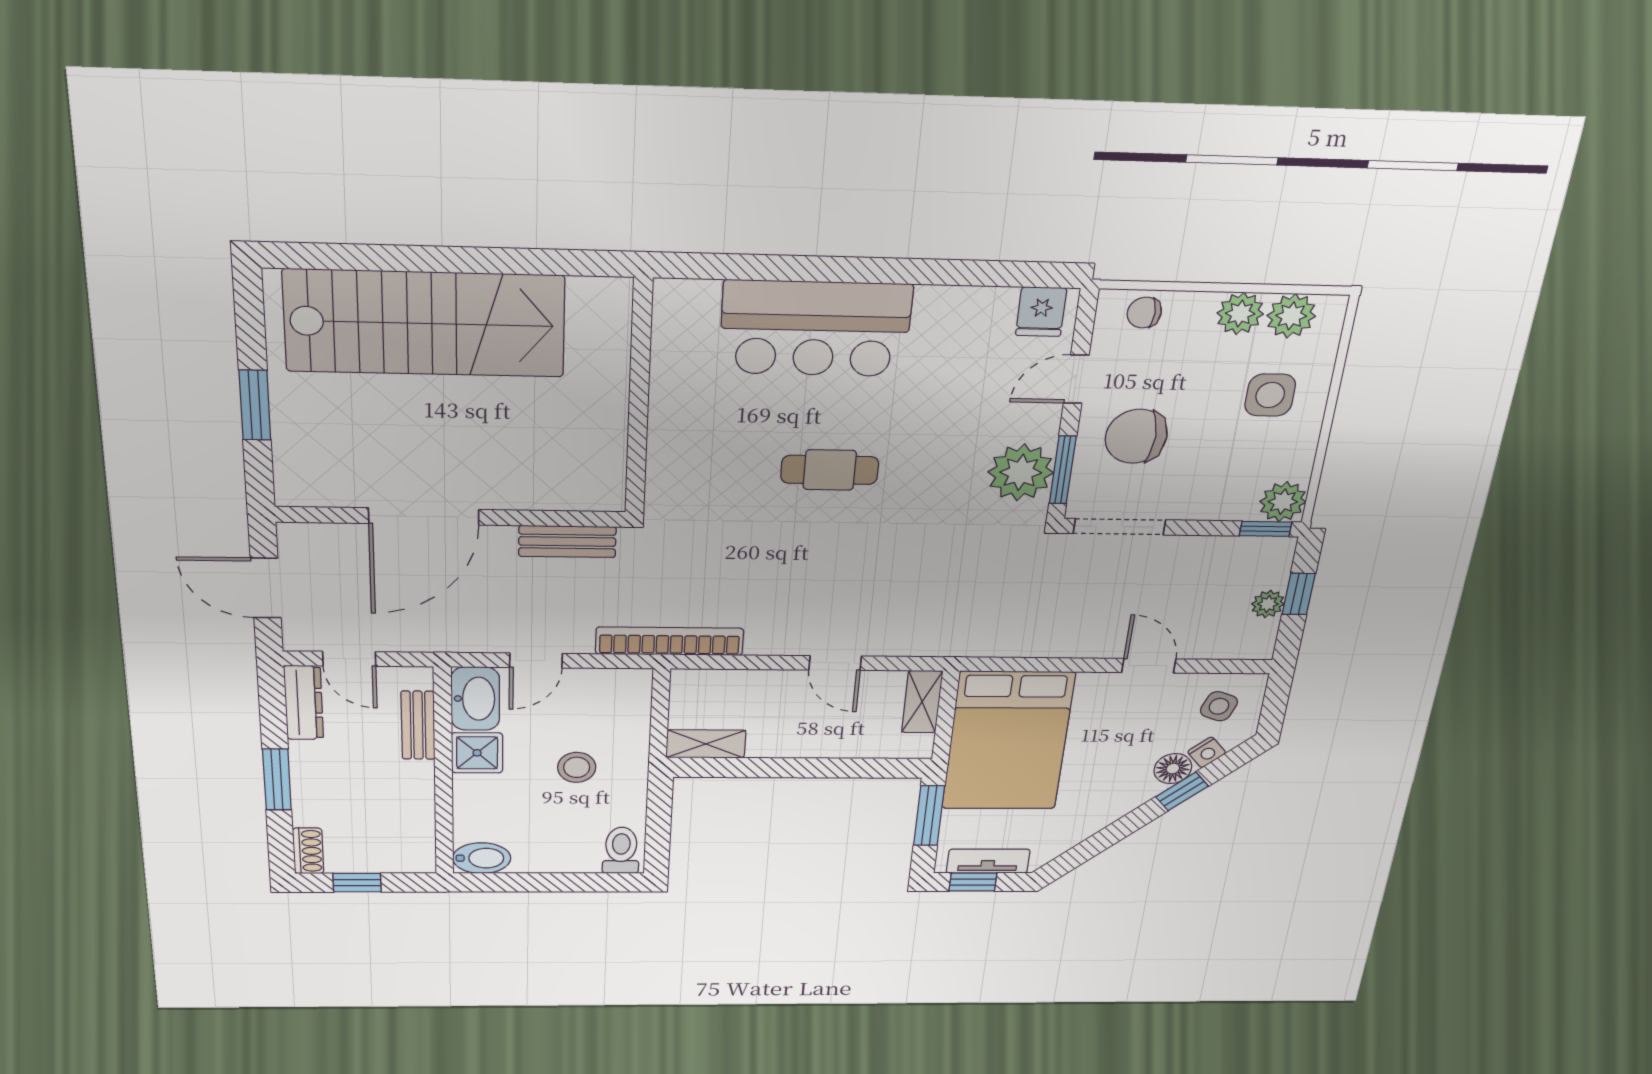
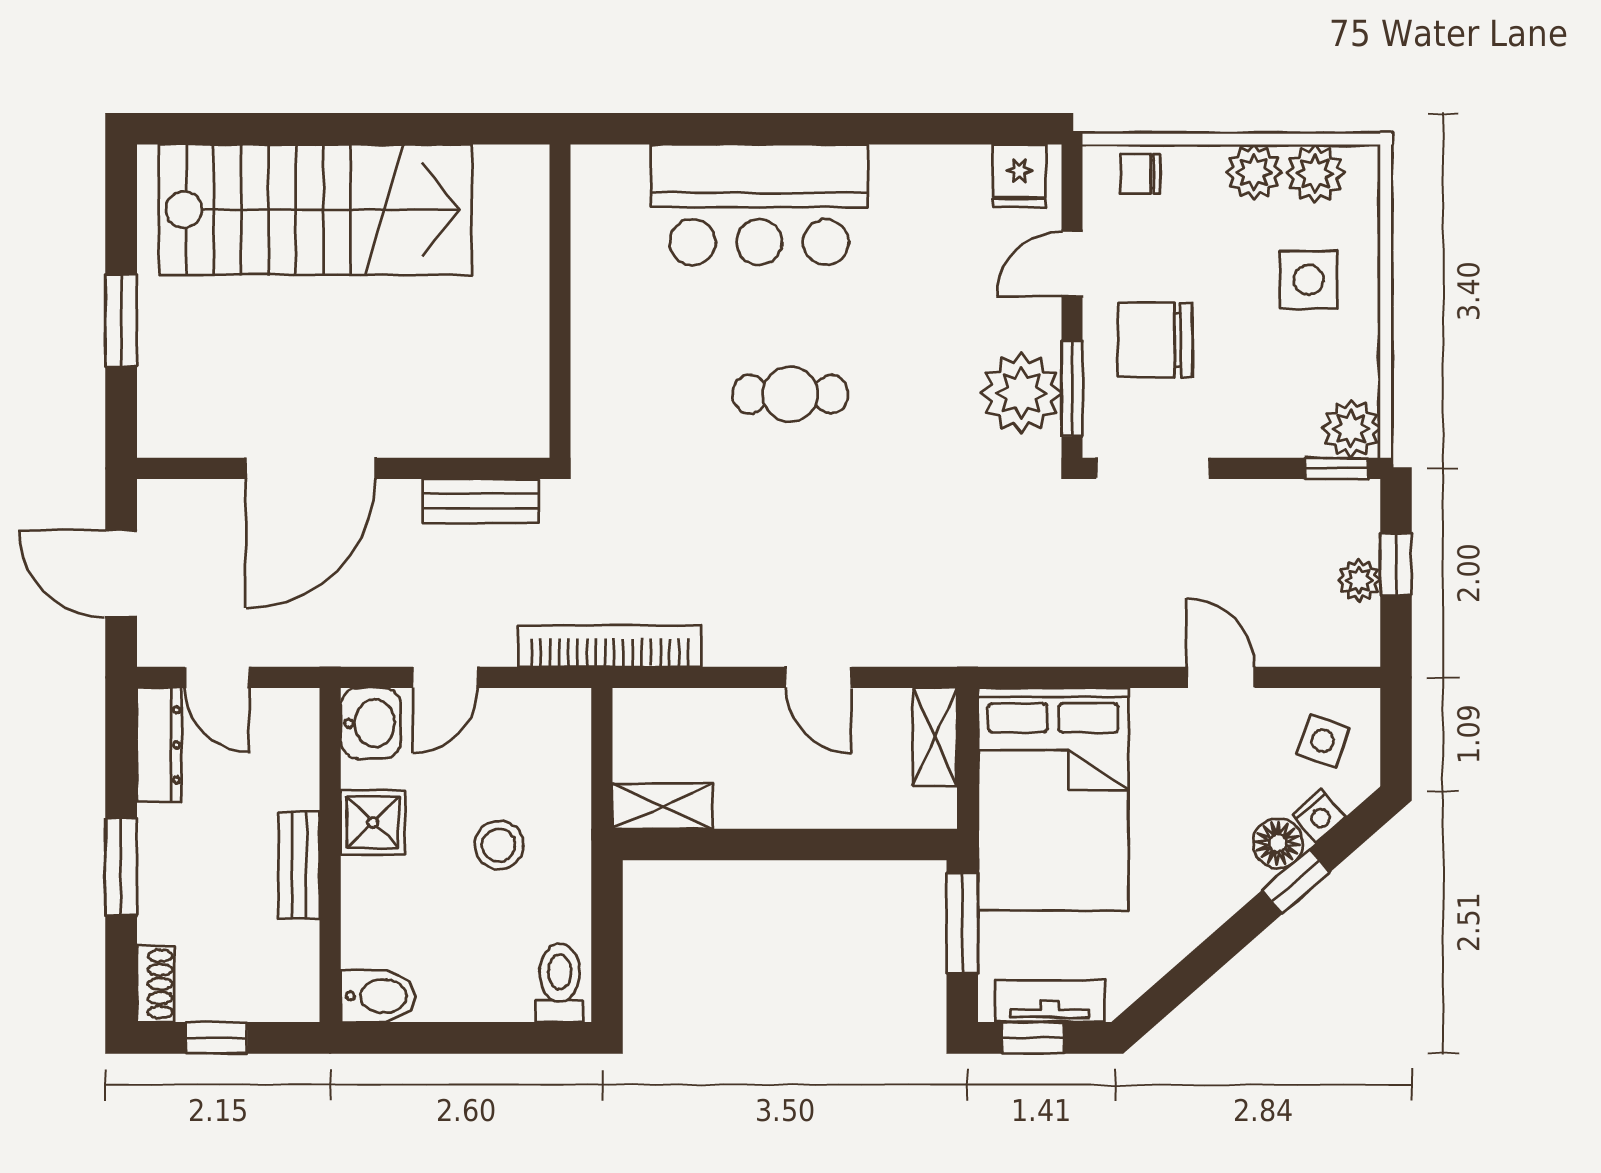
washbasin: (475, 699) -> (371, 723), width x0.72
bench: (418, 725) -> (299, 865), moved

